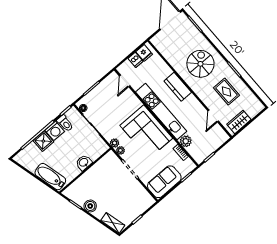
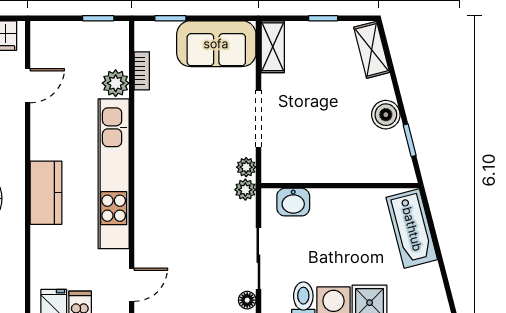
corner sofa: (146, 132) -> (172, 161), removed
washbasin: (84, 163) -> (293, 202), moved
shelving: (145, 196) -> (273, 47), added

